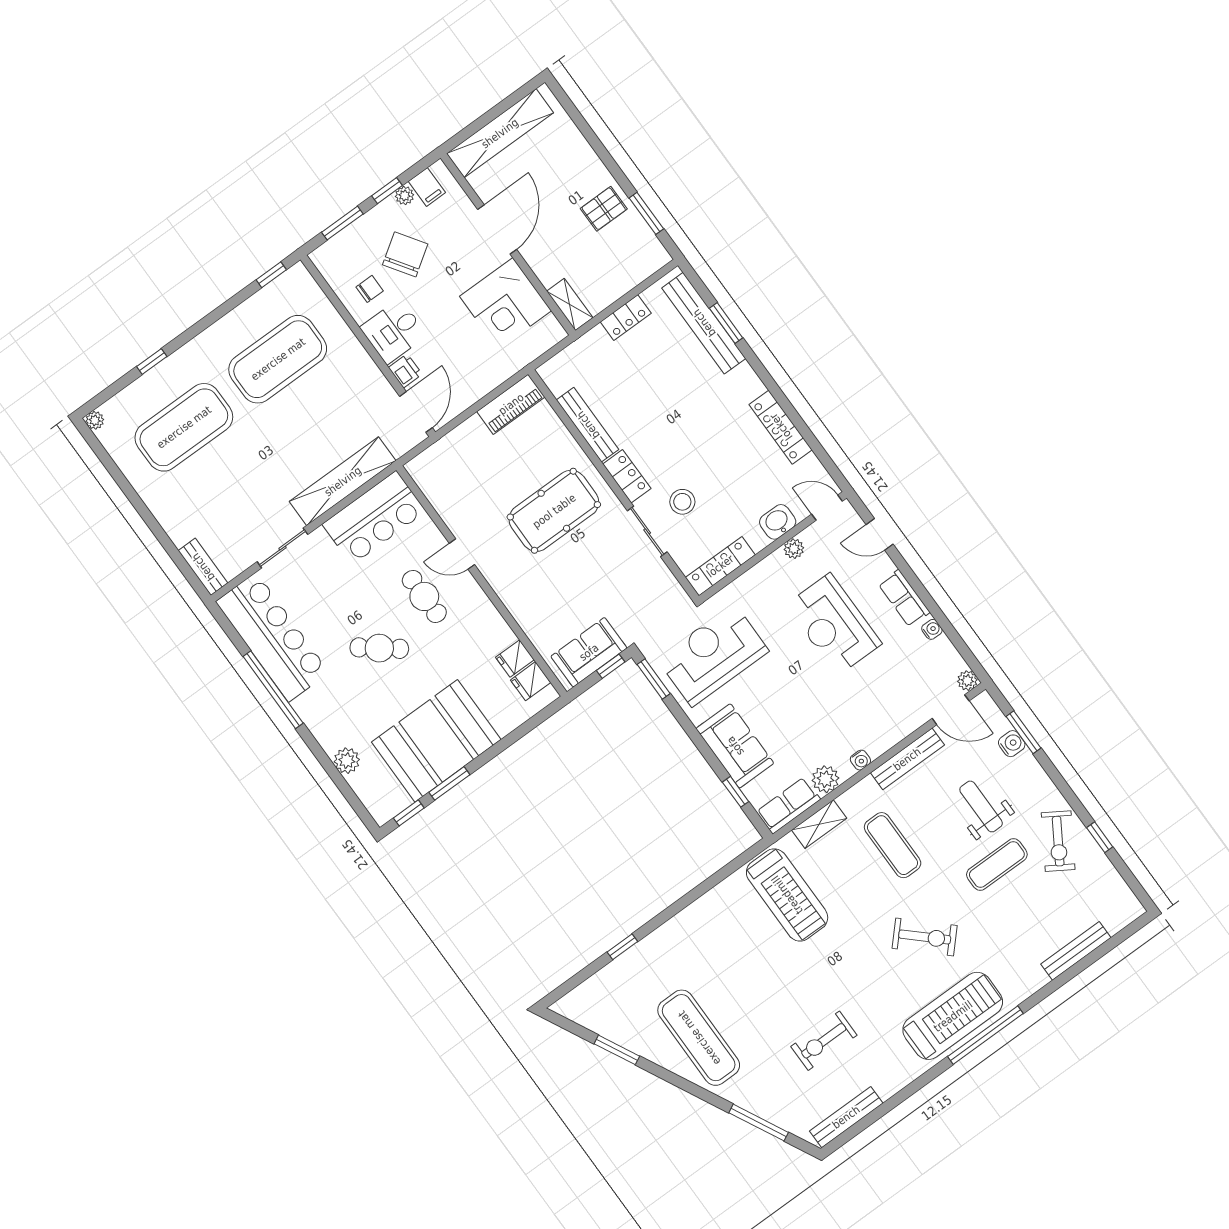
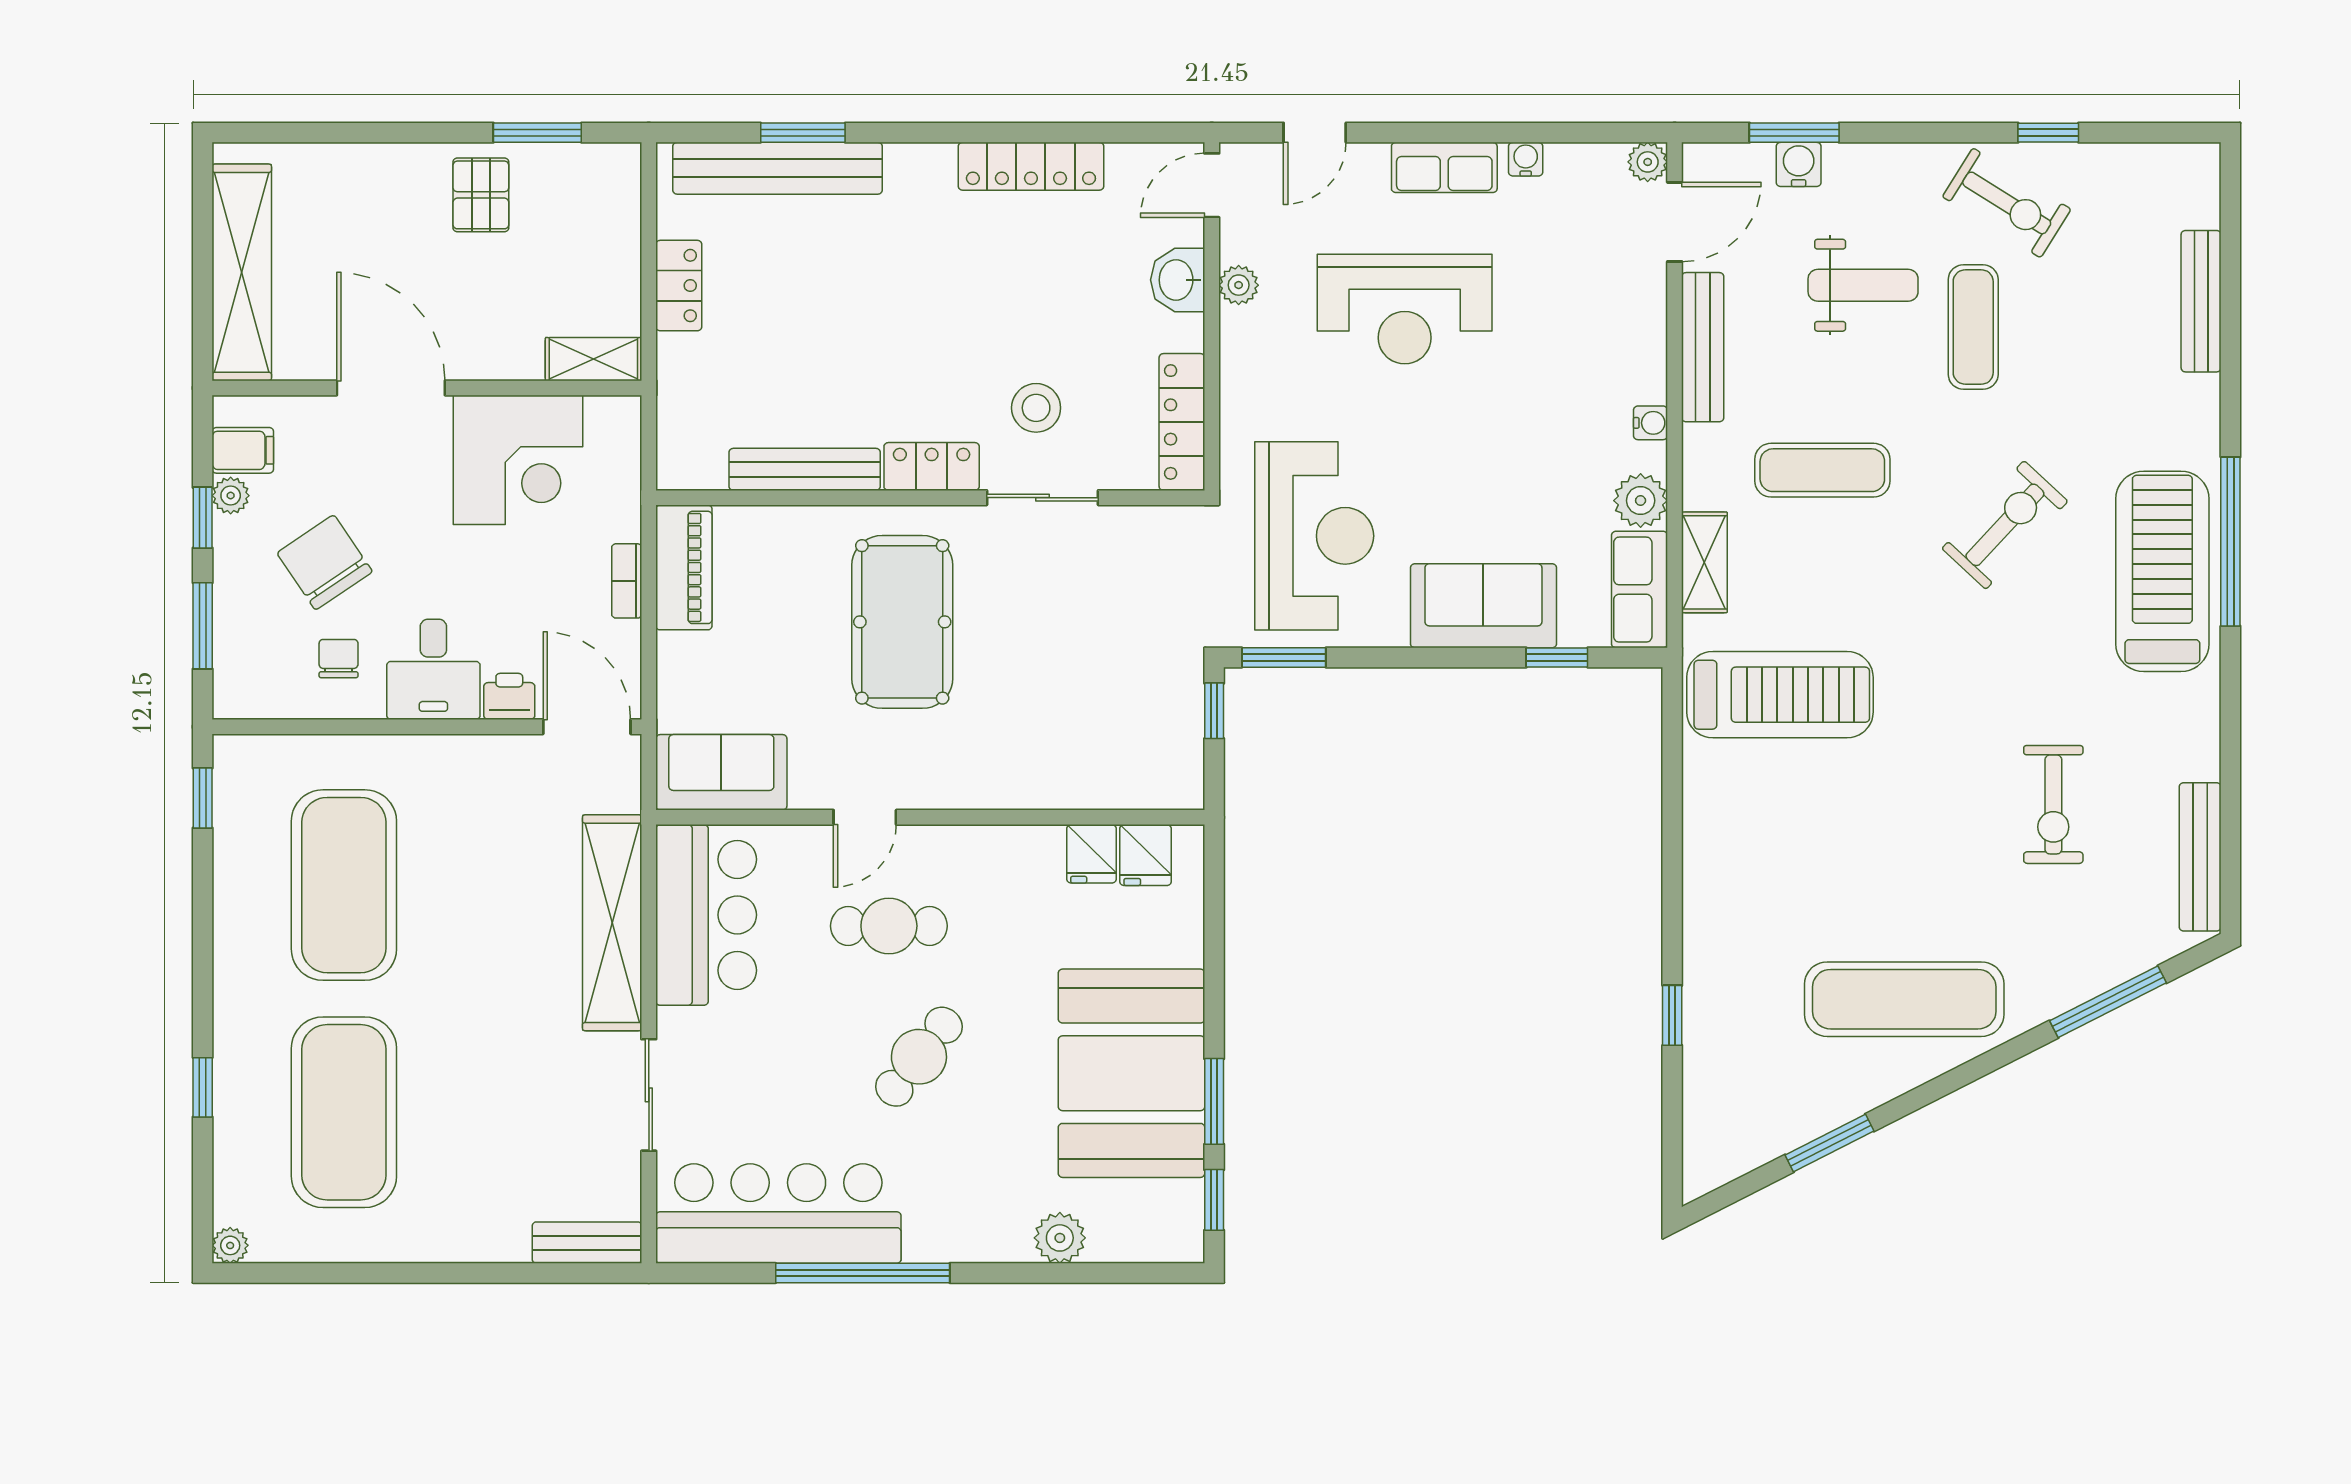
bookcase: (488, 385) -> (627, 581), added
sofa: (589, 652) -> (721, 772), moved, turned 90
reception desk: (713, 655) -> (1314, 536), turned 180
weight bench: (981, 806) -> (1863, 285), turned 180

